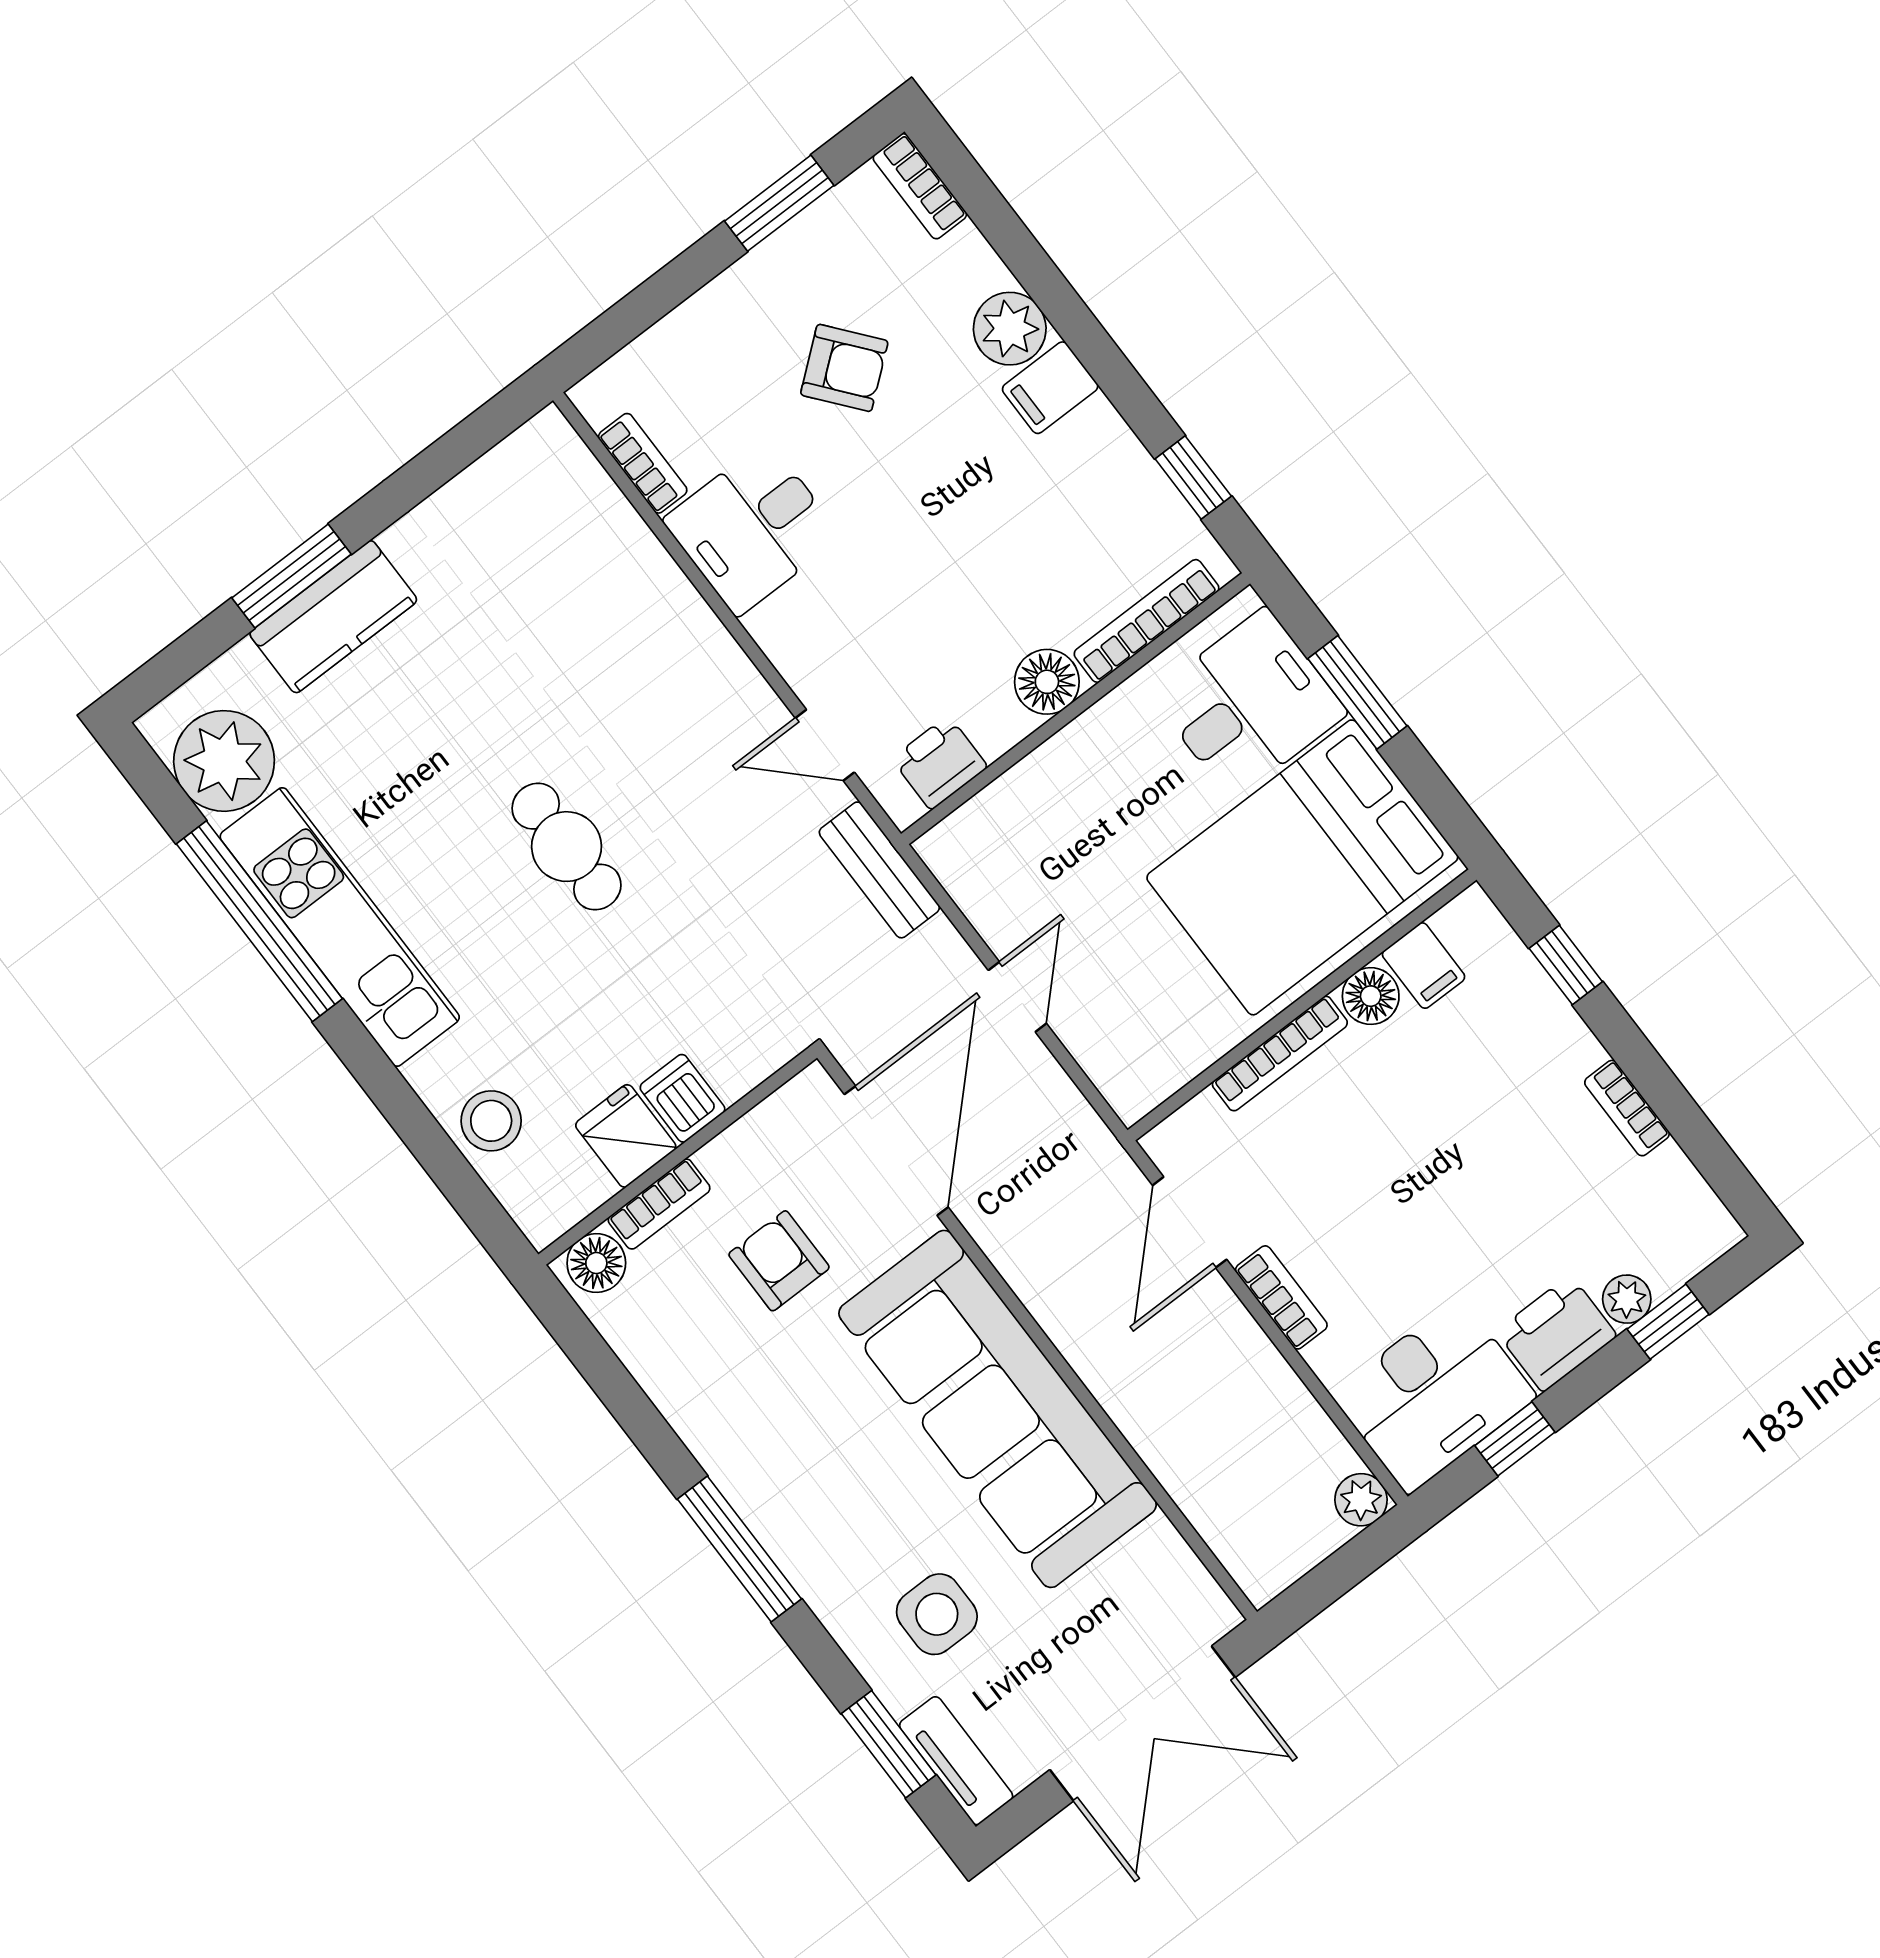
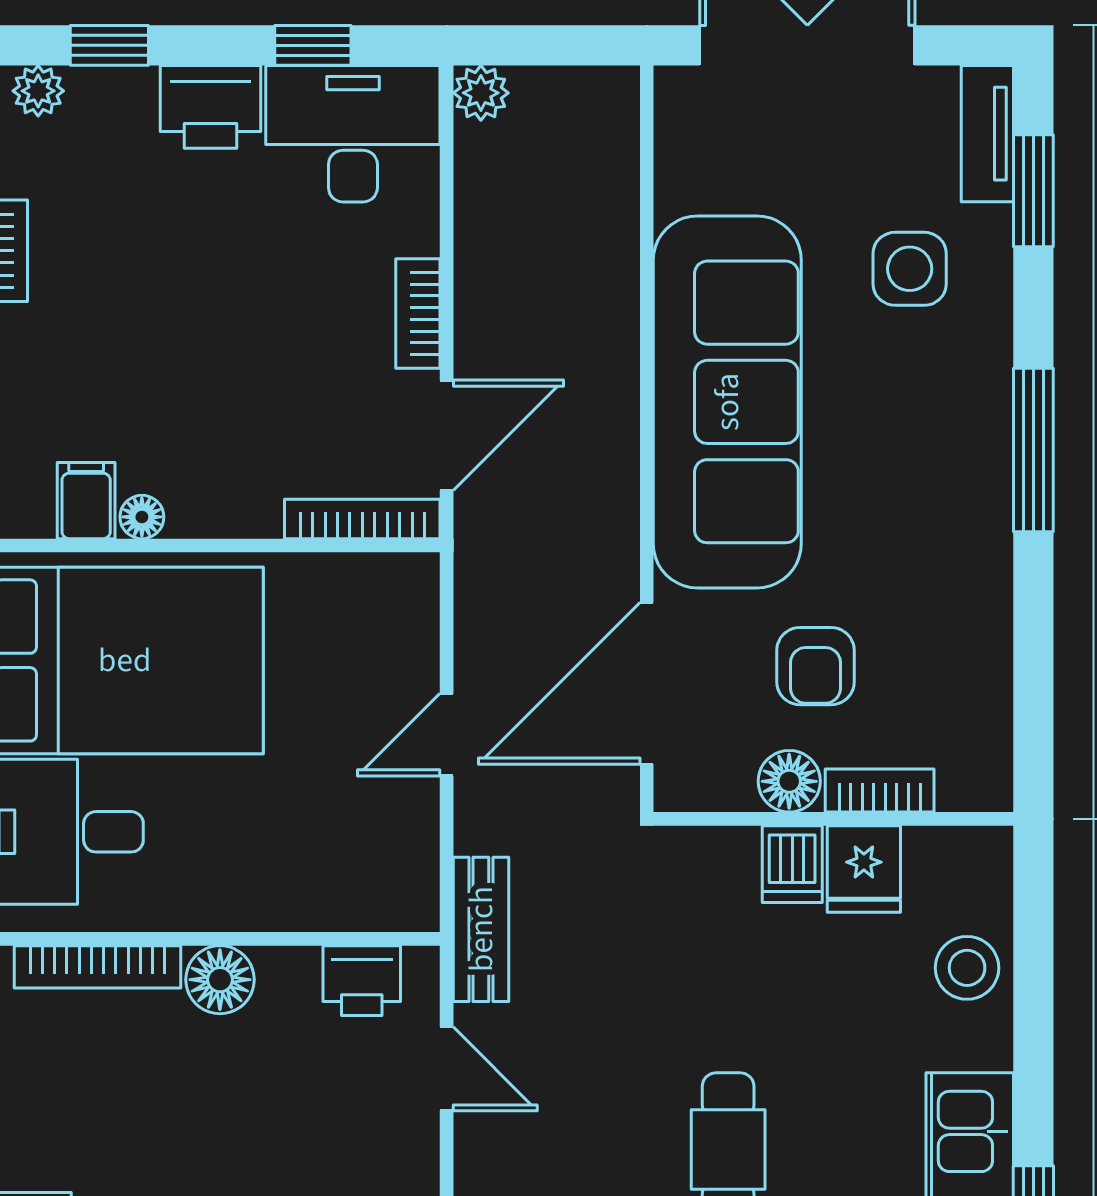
floor lamp: (1371, 996) -> (142, 517), width x0.73, depth x0.73
bookcase: (1280, 1053) -> (362, 519), moved
floor lamp: (596, 1263) -> (789, 781), moved
plant: (1627, 1299) -> (38, 91), moved

